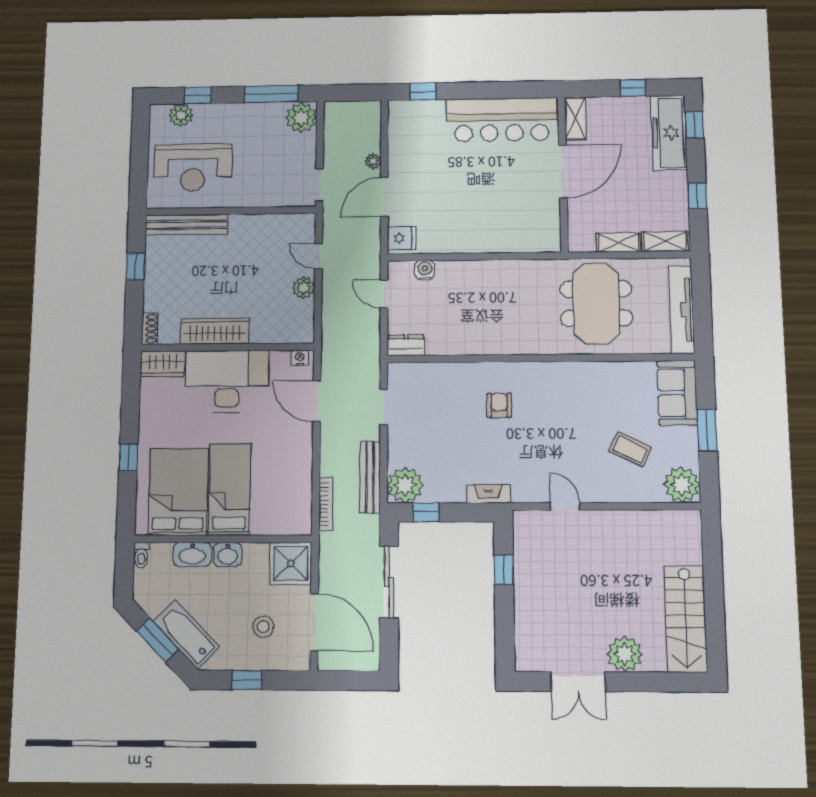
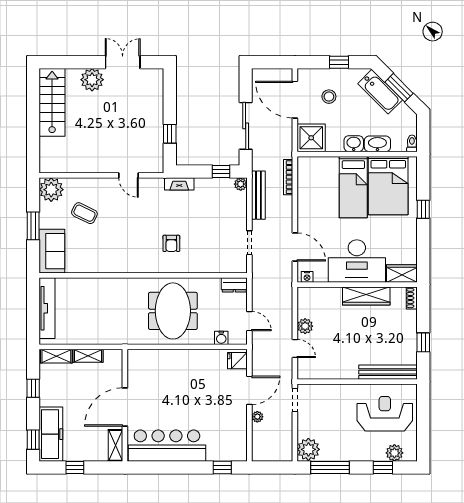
meeting table: (596, 304) -> (173, 311), moved
plant: (405, 485) -> (241, 184), width x0.53, depth x0.53

